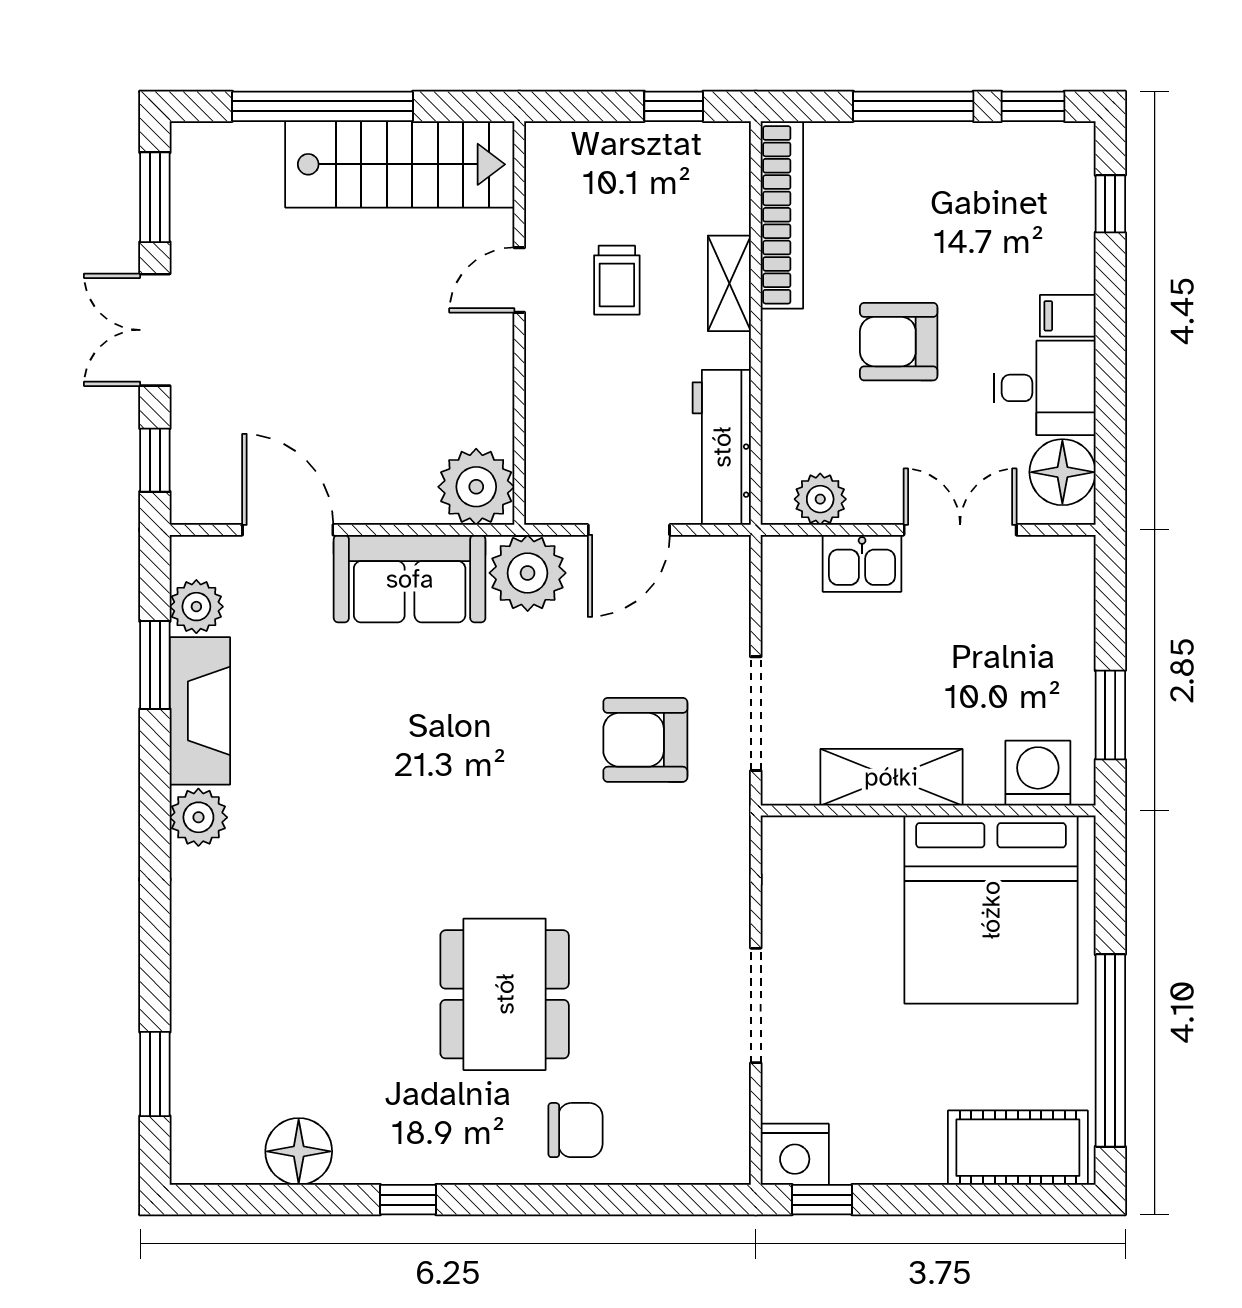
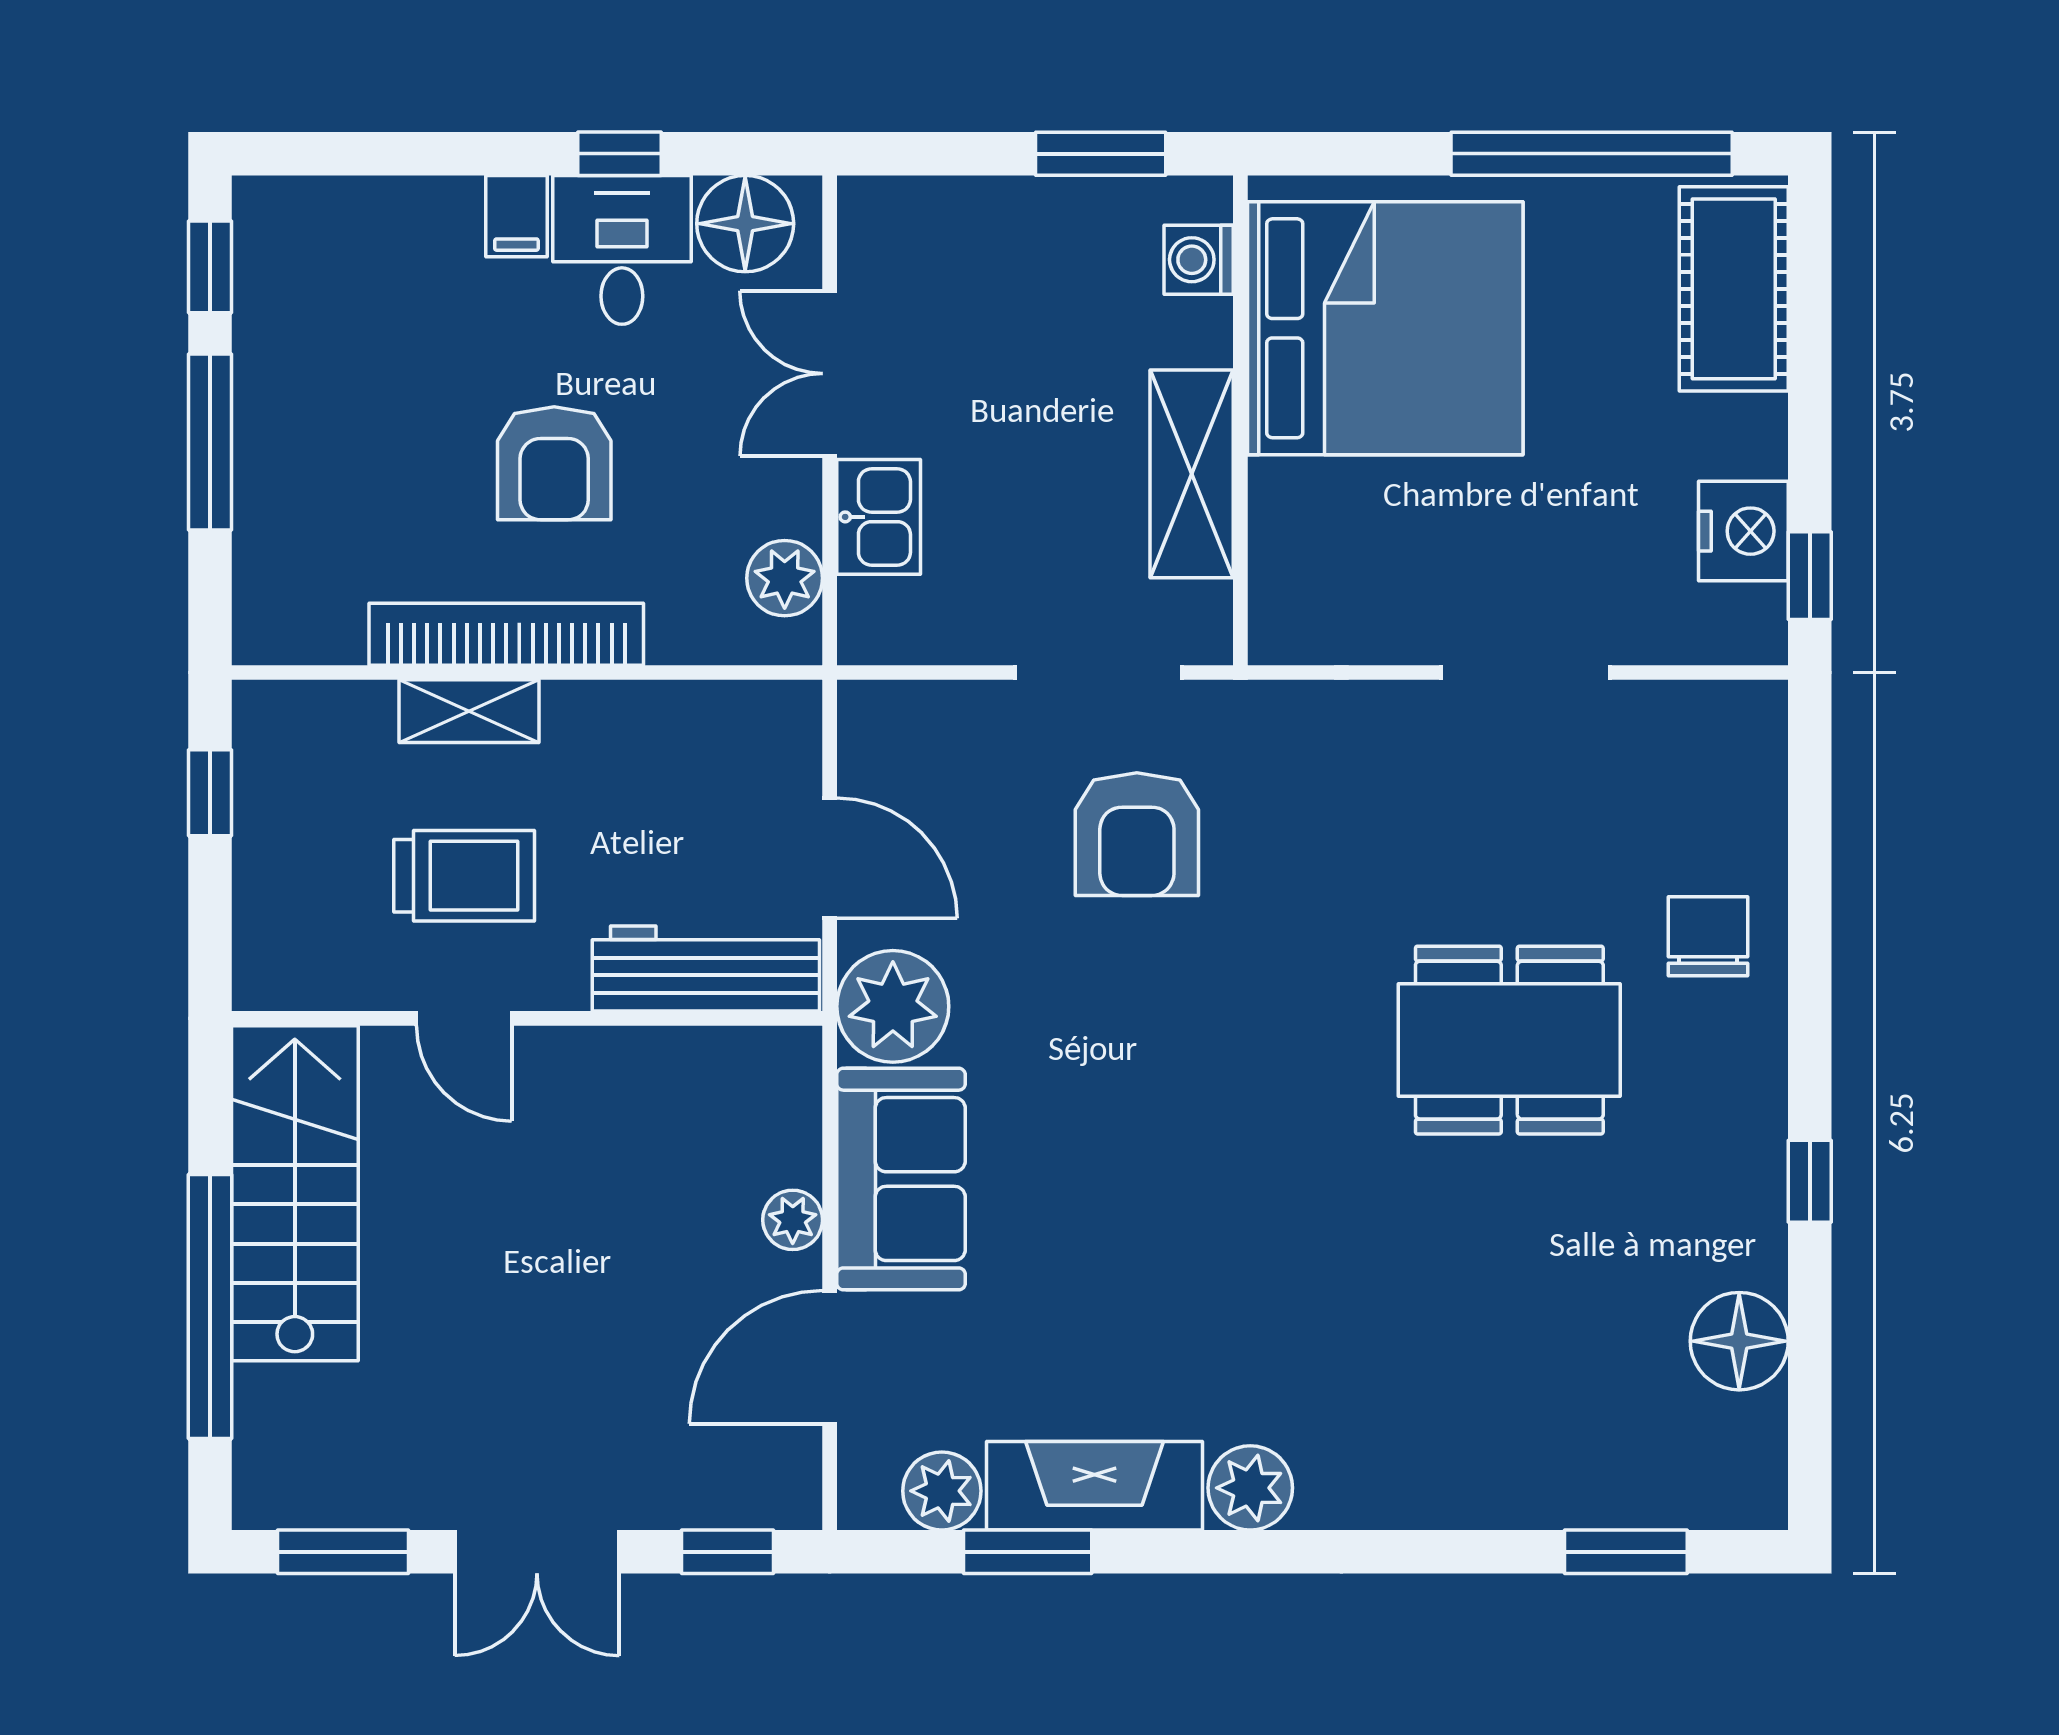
window: (1110, 204) -> (620, 154), moved
bookcase: (782, 215) -> (506, 634), moved
trolley: (617, 280) -> (464, 876), width x1.36, depth x1.39
workbench: (722, 447) -> (706, 969), moved, turned 180
plant: (476, 487) -> (793, 1220), moved, width x0.53, depth x0.53
washing machine: (1038, 773) -> (1199, 260), width x0.73, depth x0.73
nightstand: (795, 1154) -> (1743, 531), moved

